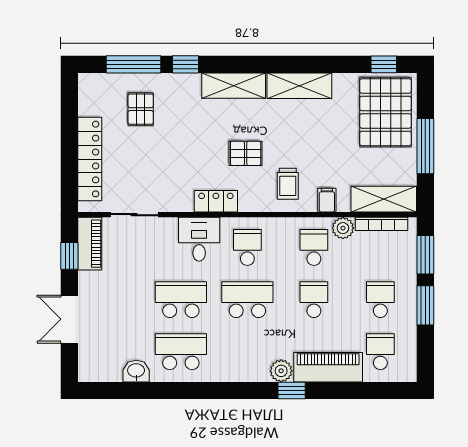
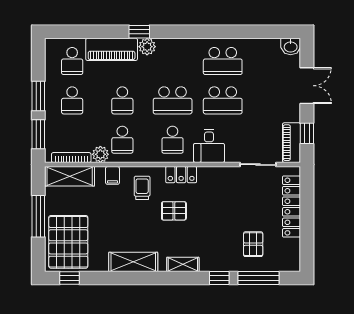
shelving: (234, 86) -> (183, 264), width x0.67, depth x0.75
locker: (216, 201) -> (181, 175), moved
washbasin: (136, 371) -> (291, 46), moved

